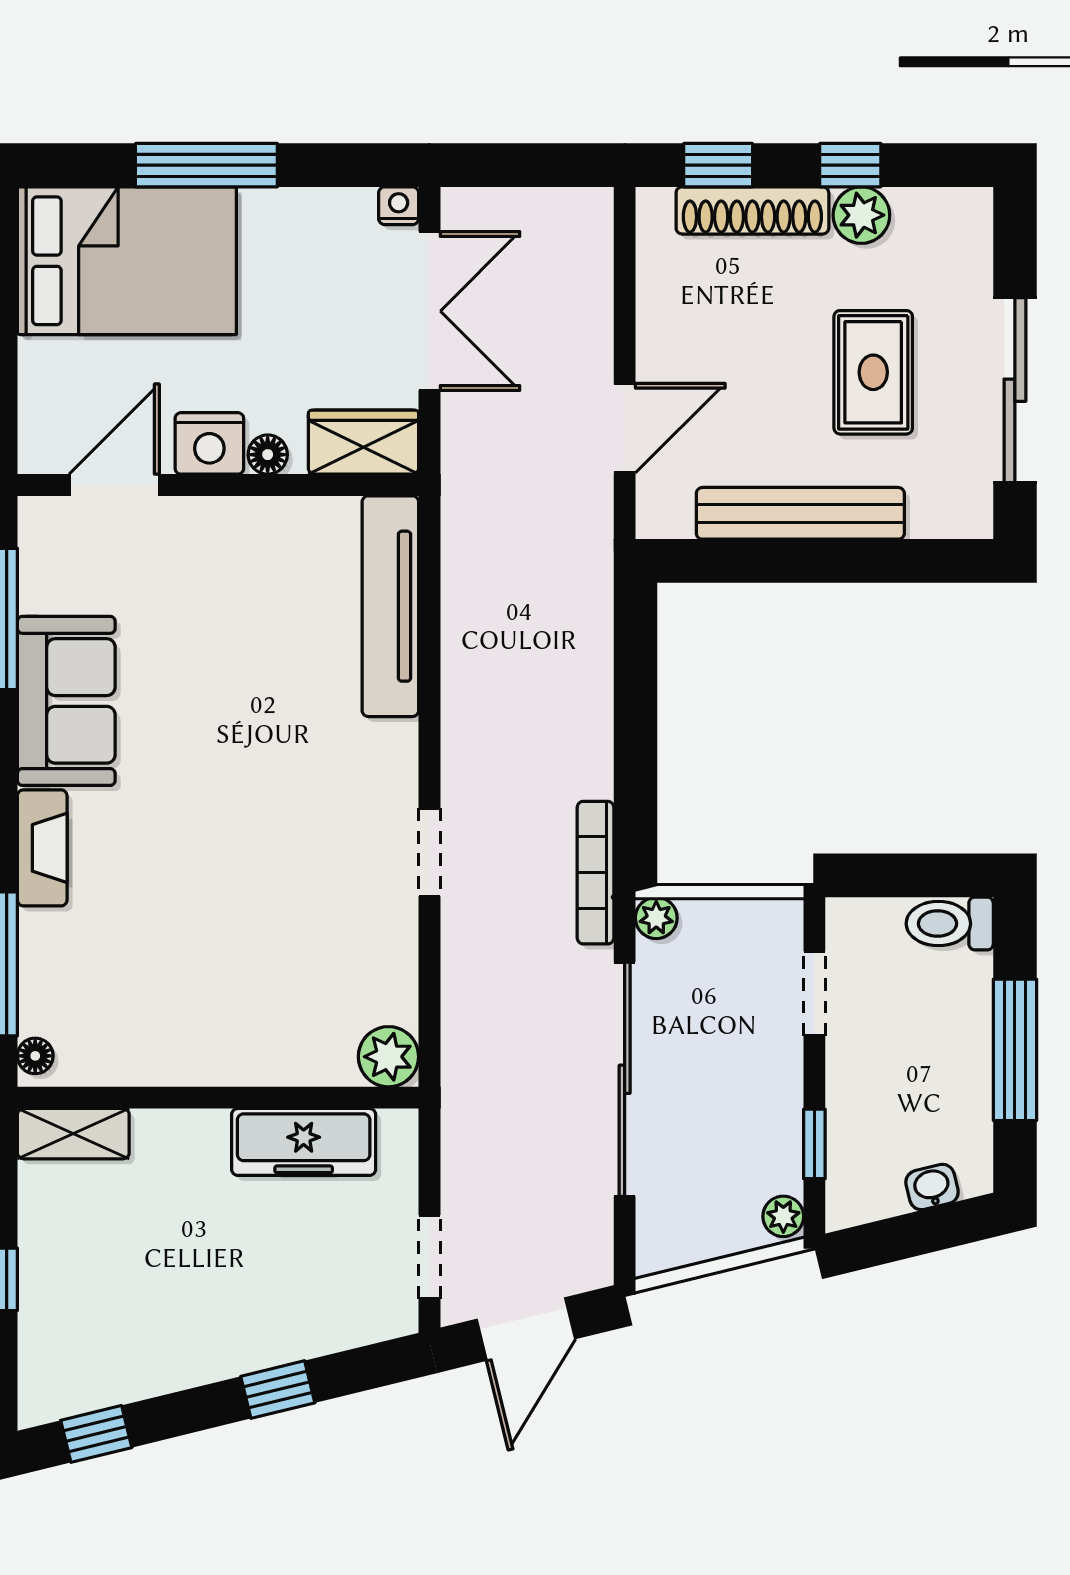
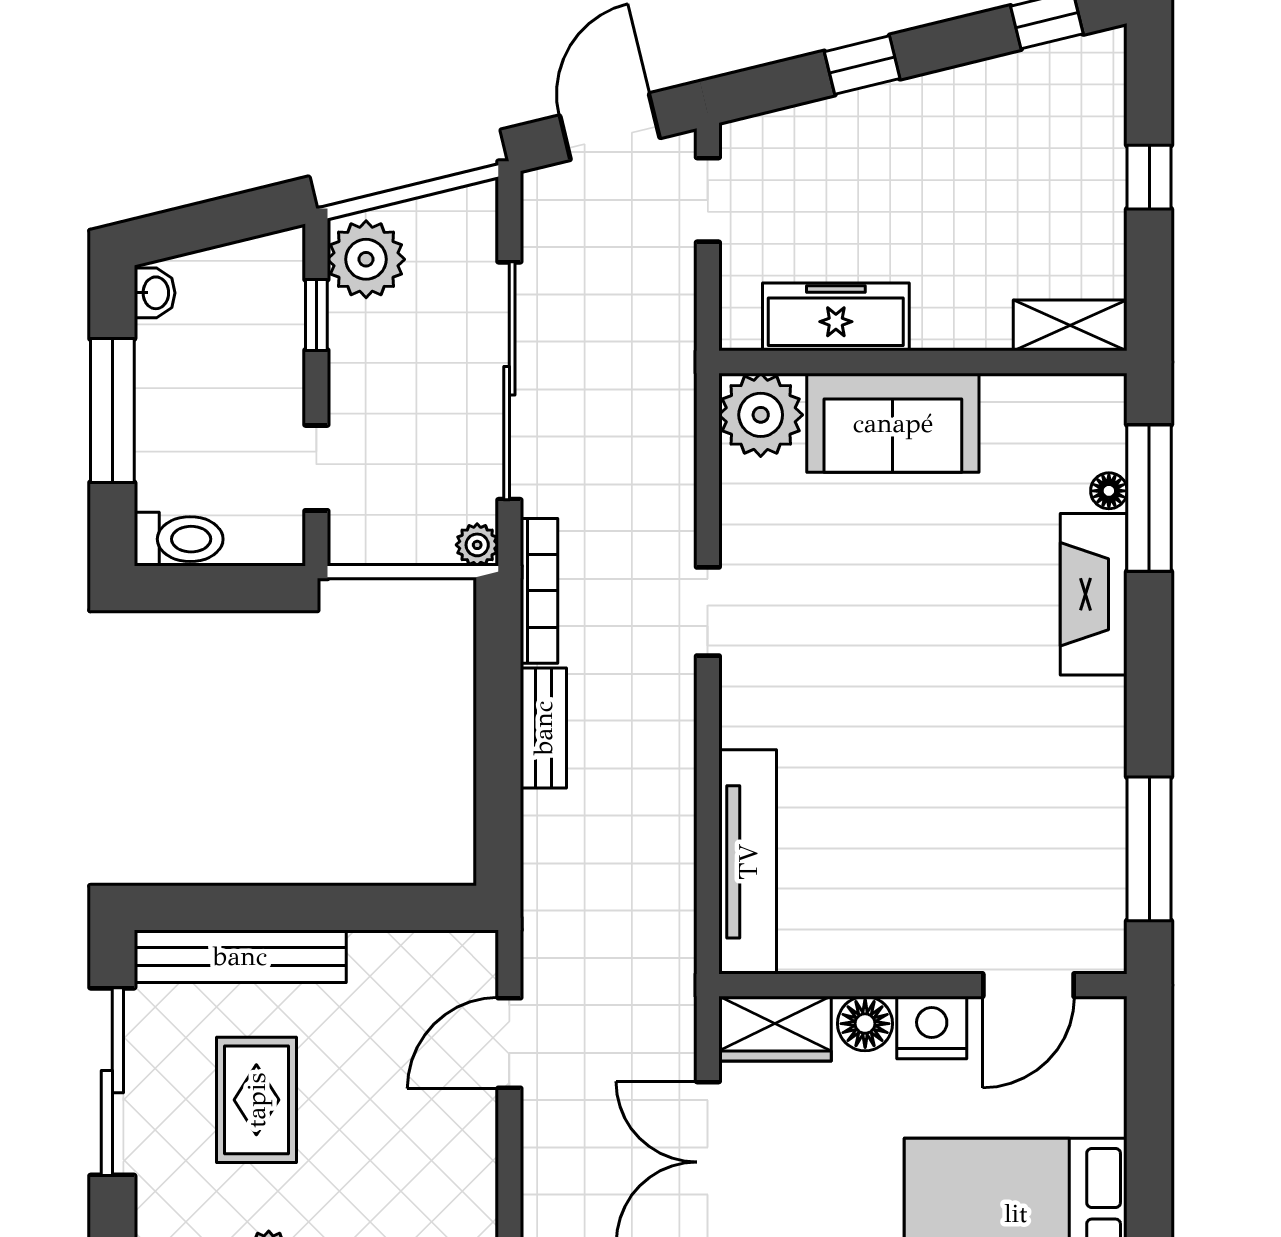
floor lamp: (268, 455) -> (865, 1024), width x1.37, depth x1.37
bench: (800, 513) -> (240, 956), moved
sofa: (66, 701) -> (893, 423), moved, turned -90
bench: (591, 738) -> (543, 728), added
fireplace: (42, 848) -> (1094, 594), width x1.37, depth x1.32
floor lamp: (35, 1056) -> (1109, 491), moved
plant: (388, 1057) -> (761, 415), width x1.36, depth x1.36
washbasin: (932, 1187) -> (155, 293), moved, turned -76
plant: (783, 1216) -> (366, 259), width x1.87, depth x1.87

